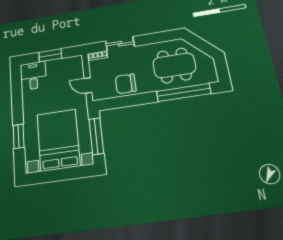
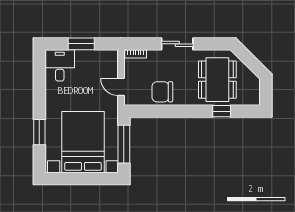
sliding door: (120, 44) -> (177, 44), moved
dining table: (174, 65) -> (217, 80), turned 90
window: (183, 92) -> (222, 111), width x0.32

